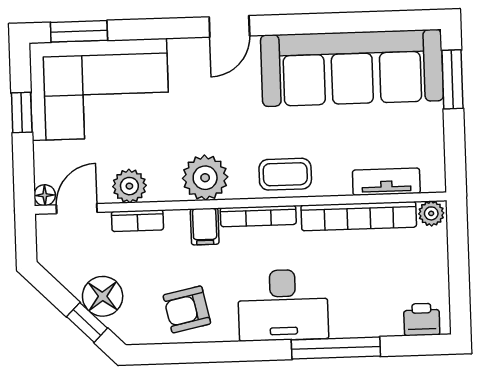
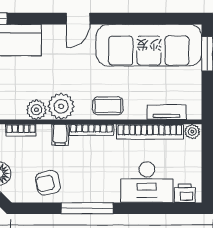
plant: (129, 186) -> (36, 110), moved
desk: (283, 305) -> (147, 182), moved
window: (336, 348) -> (87, 208), moved

